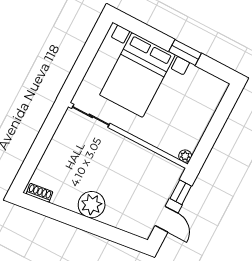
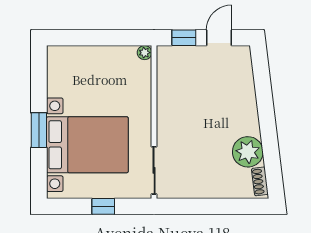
window: (185, 52) -> (39, 130), moved
window: (84, 62) -> (103, 206), added
plant: (92, 205) -> (248, 152), moved

